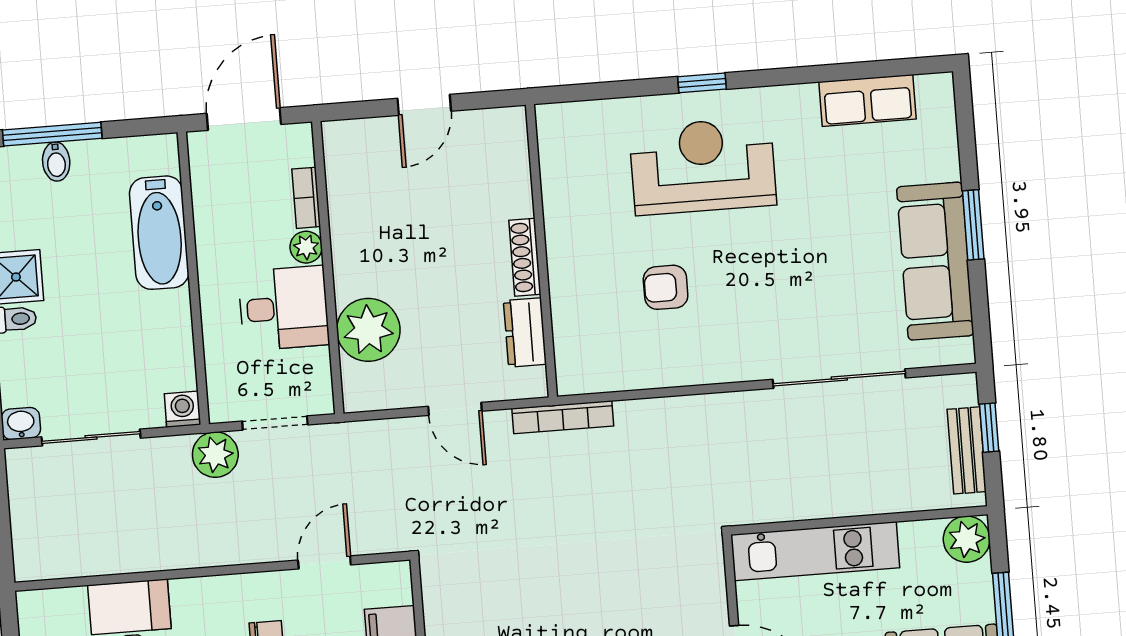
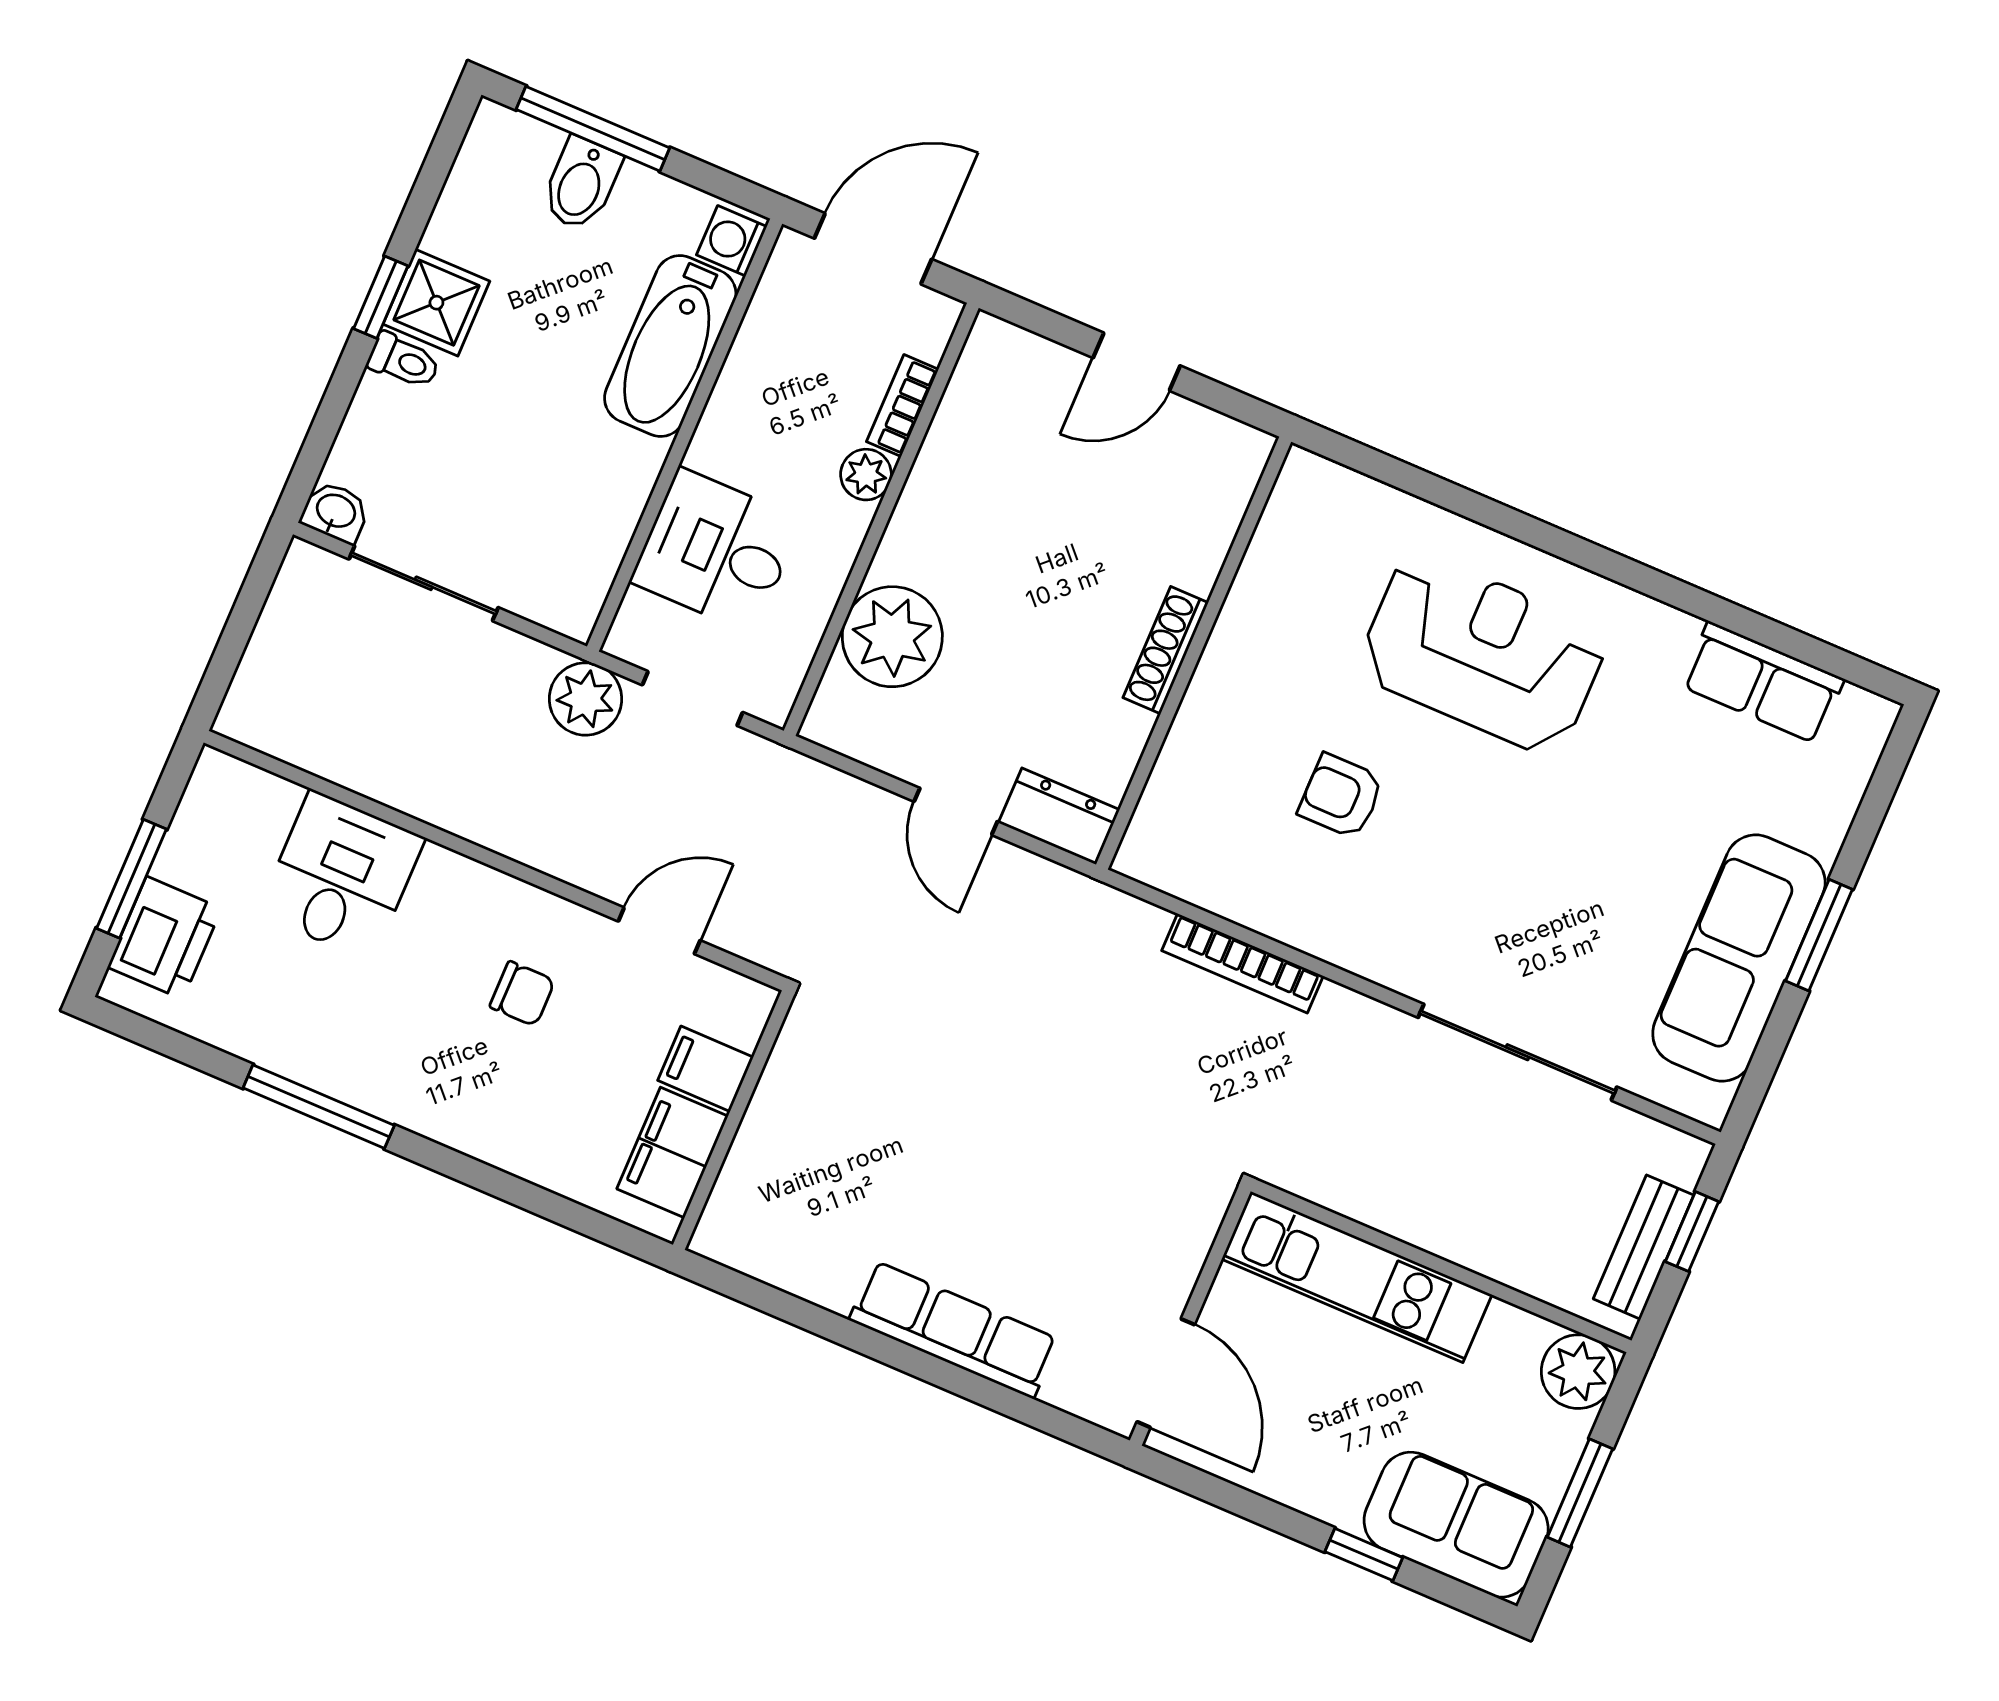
window: (702, 83) -> (1543, 536), removed
bidet: (56, 162) -> (581, 184), width x1.38, depth x1.36
desk: (284, 308) -> (716, 551), moved, turned 180
dresser: (525, 332) -> (1059, 816), moved, turned 90
washing machine: (183, 409) -> (732, 241), moved, turned -90
bookcase: (563, 417) -> (1242, 963), moved

